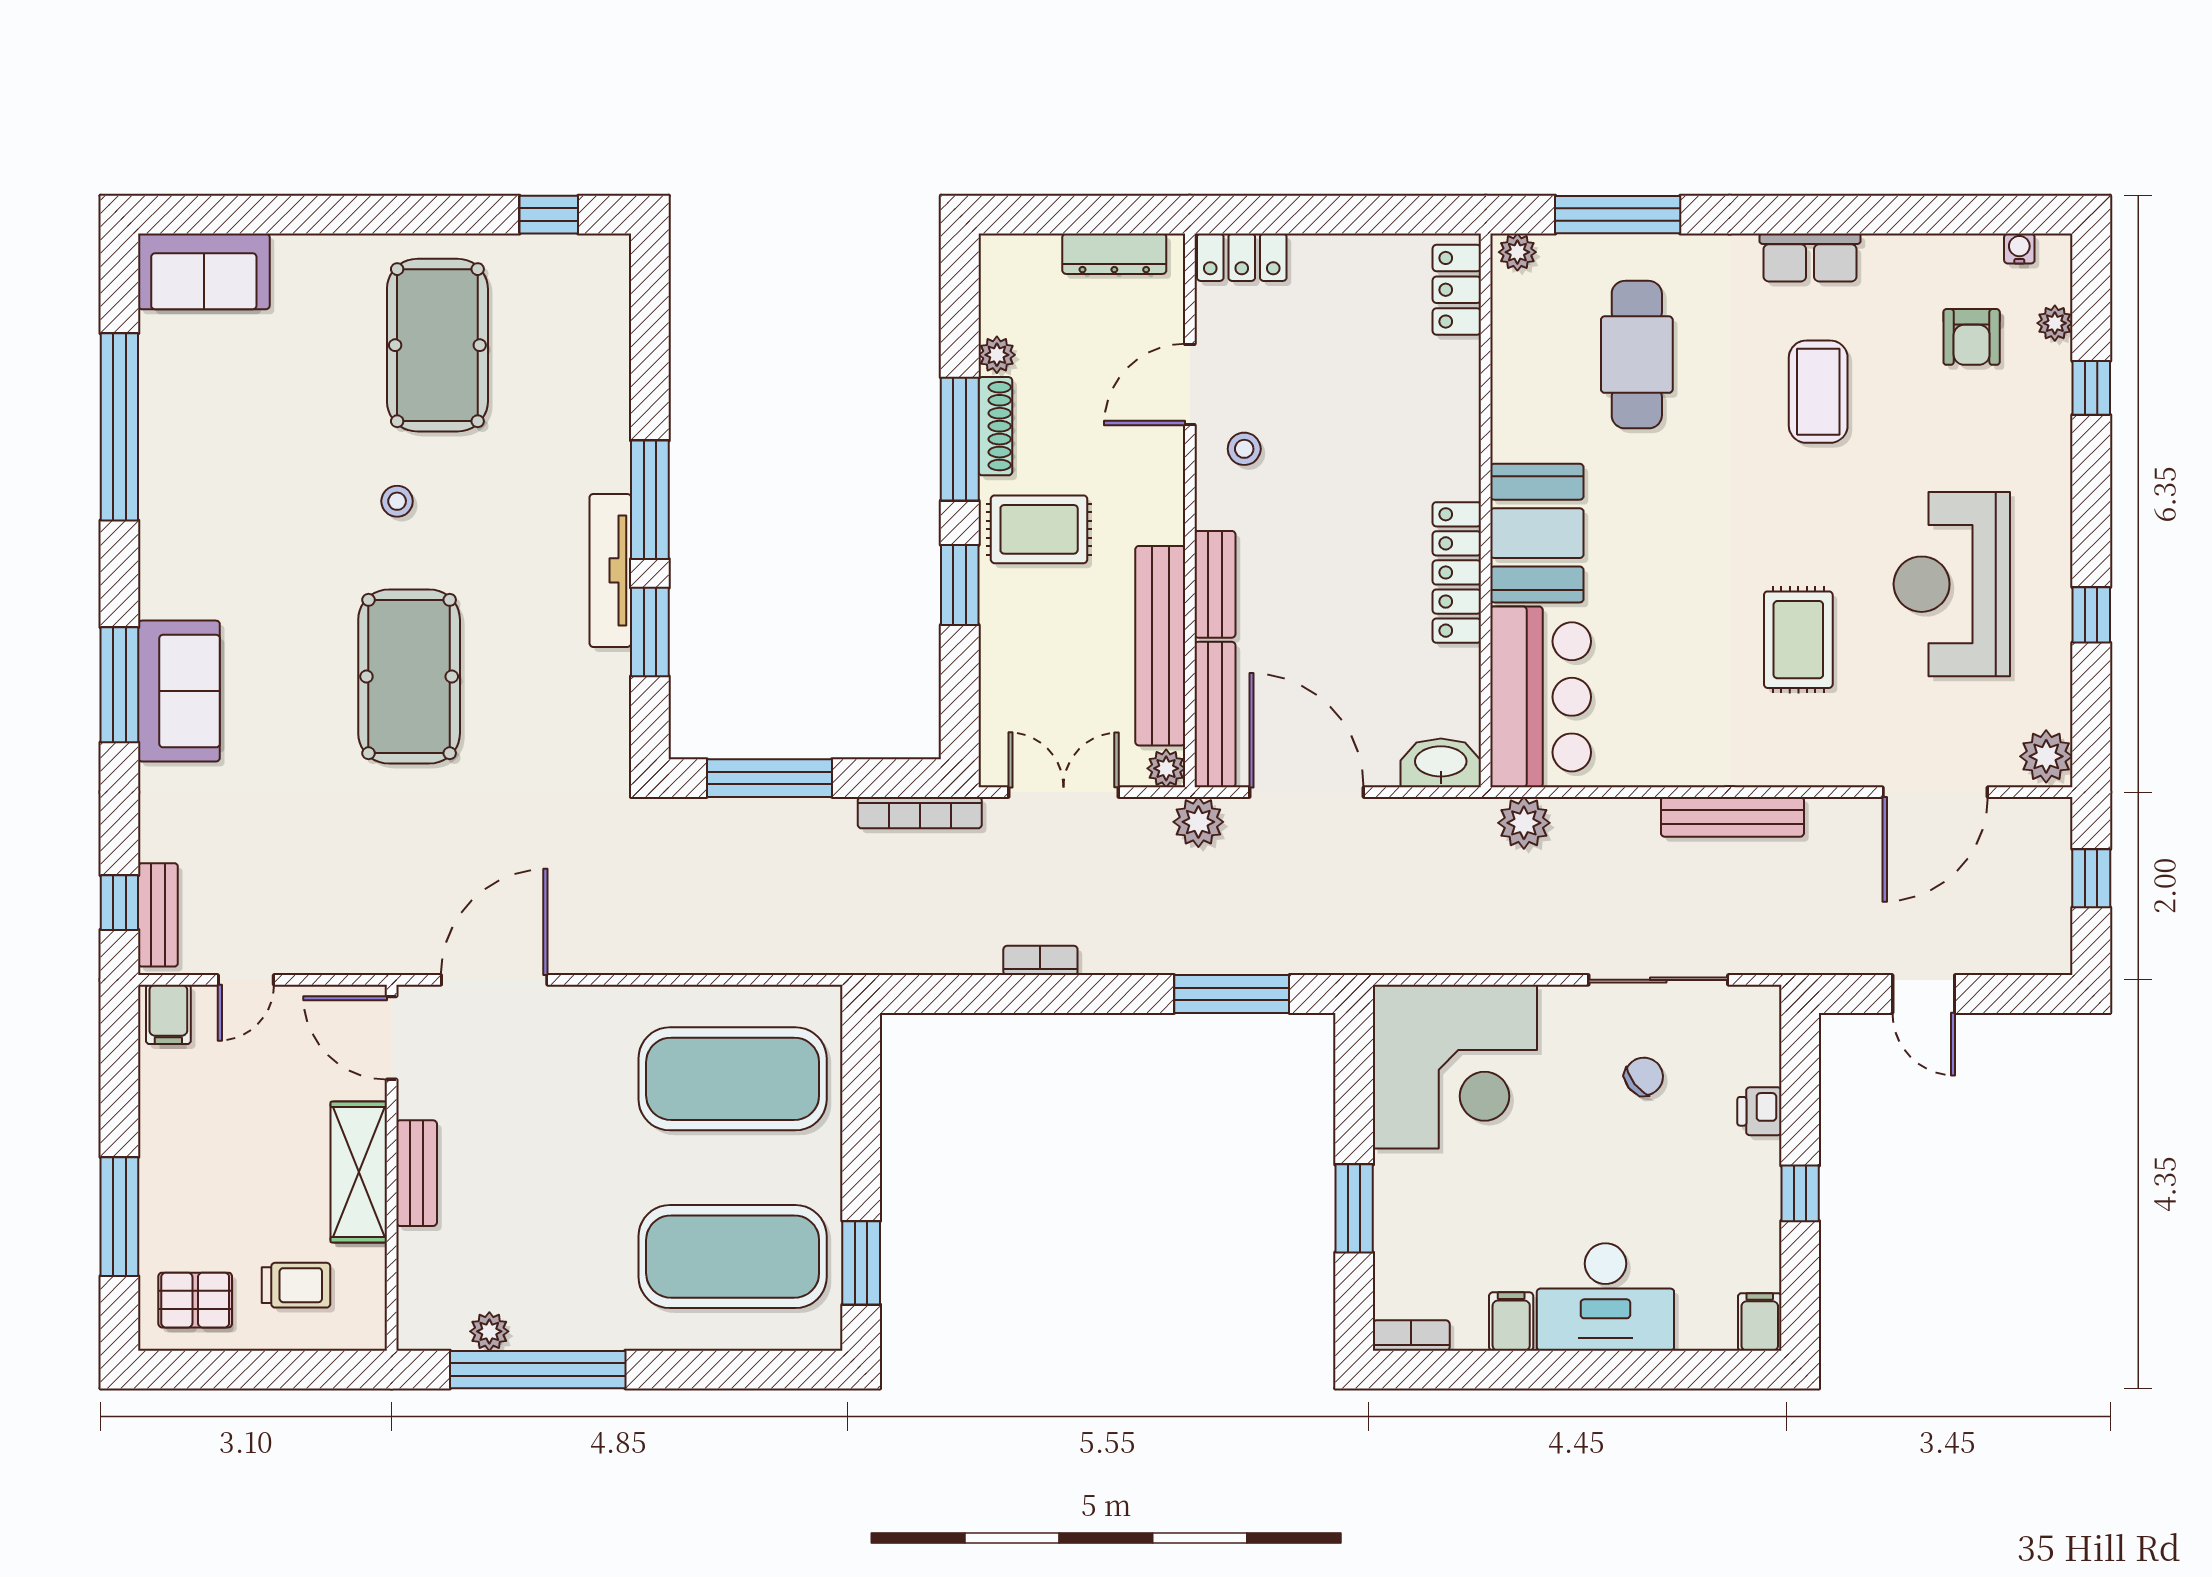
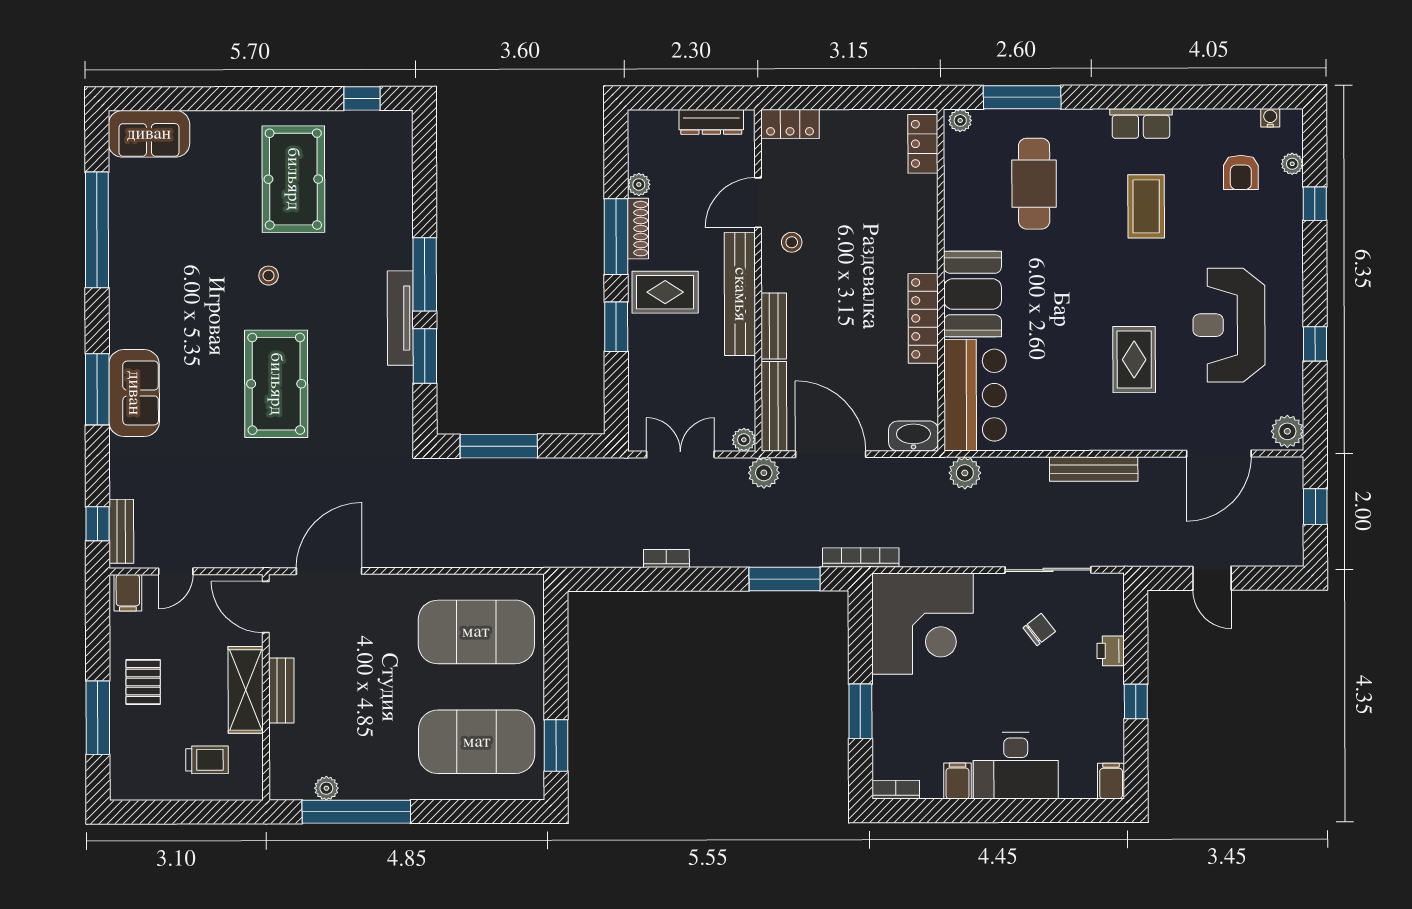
bench: (1160, 646) -> (740, 294), moved
bookcase: (920, 813) -> (861, 557), moved, turned 180
pallet: (195, 1300) -> (143, 682), moved, turned 90

